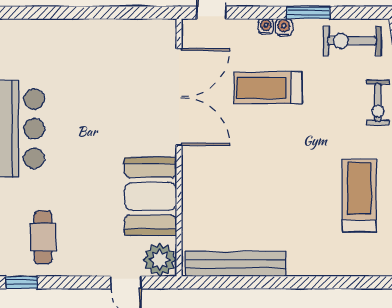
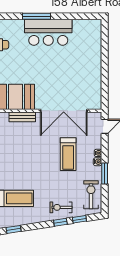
treadmill: (268, 88) -> (68, 154), turned 180
bench: (192, 182) -> (22, 117), added

